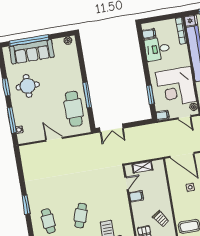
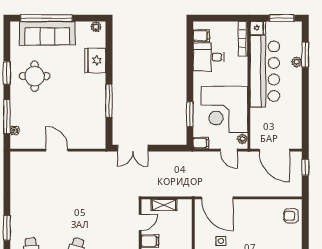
fridge: (72, 66) -> (95, 60), added
cafe table: (74, 109) -> (89, 115), removed

